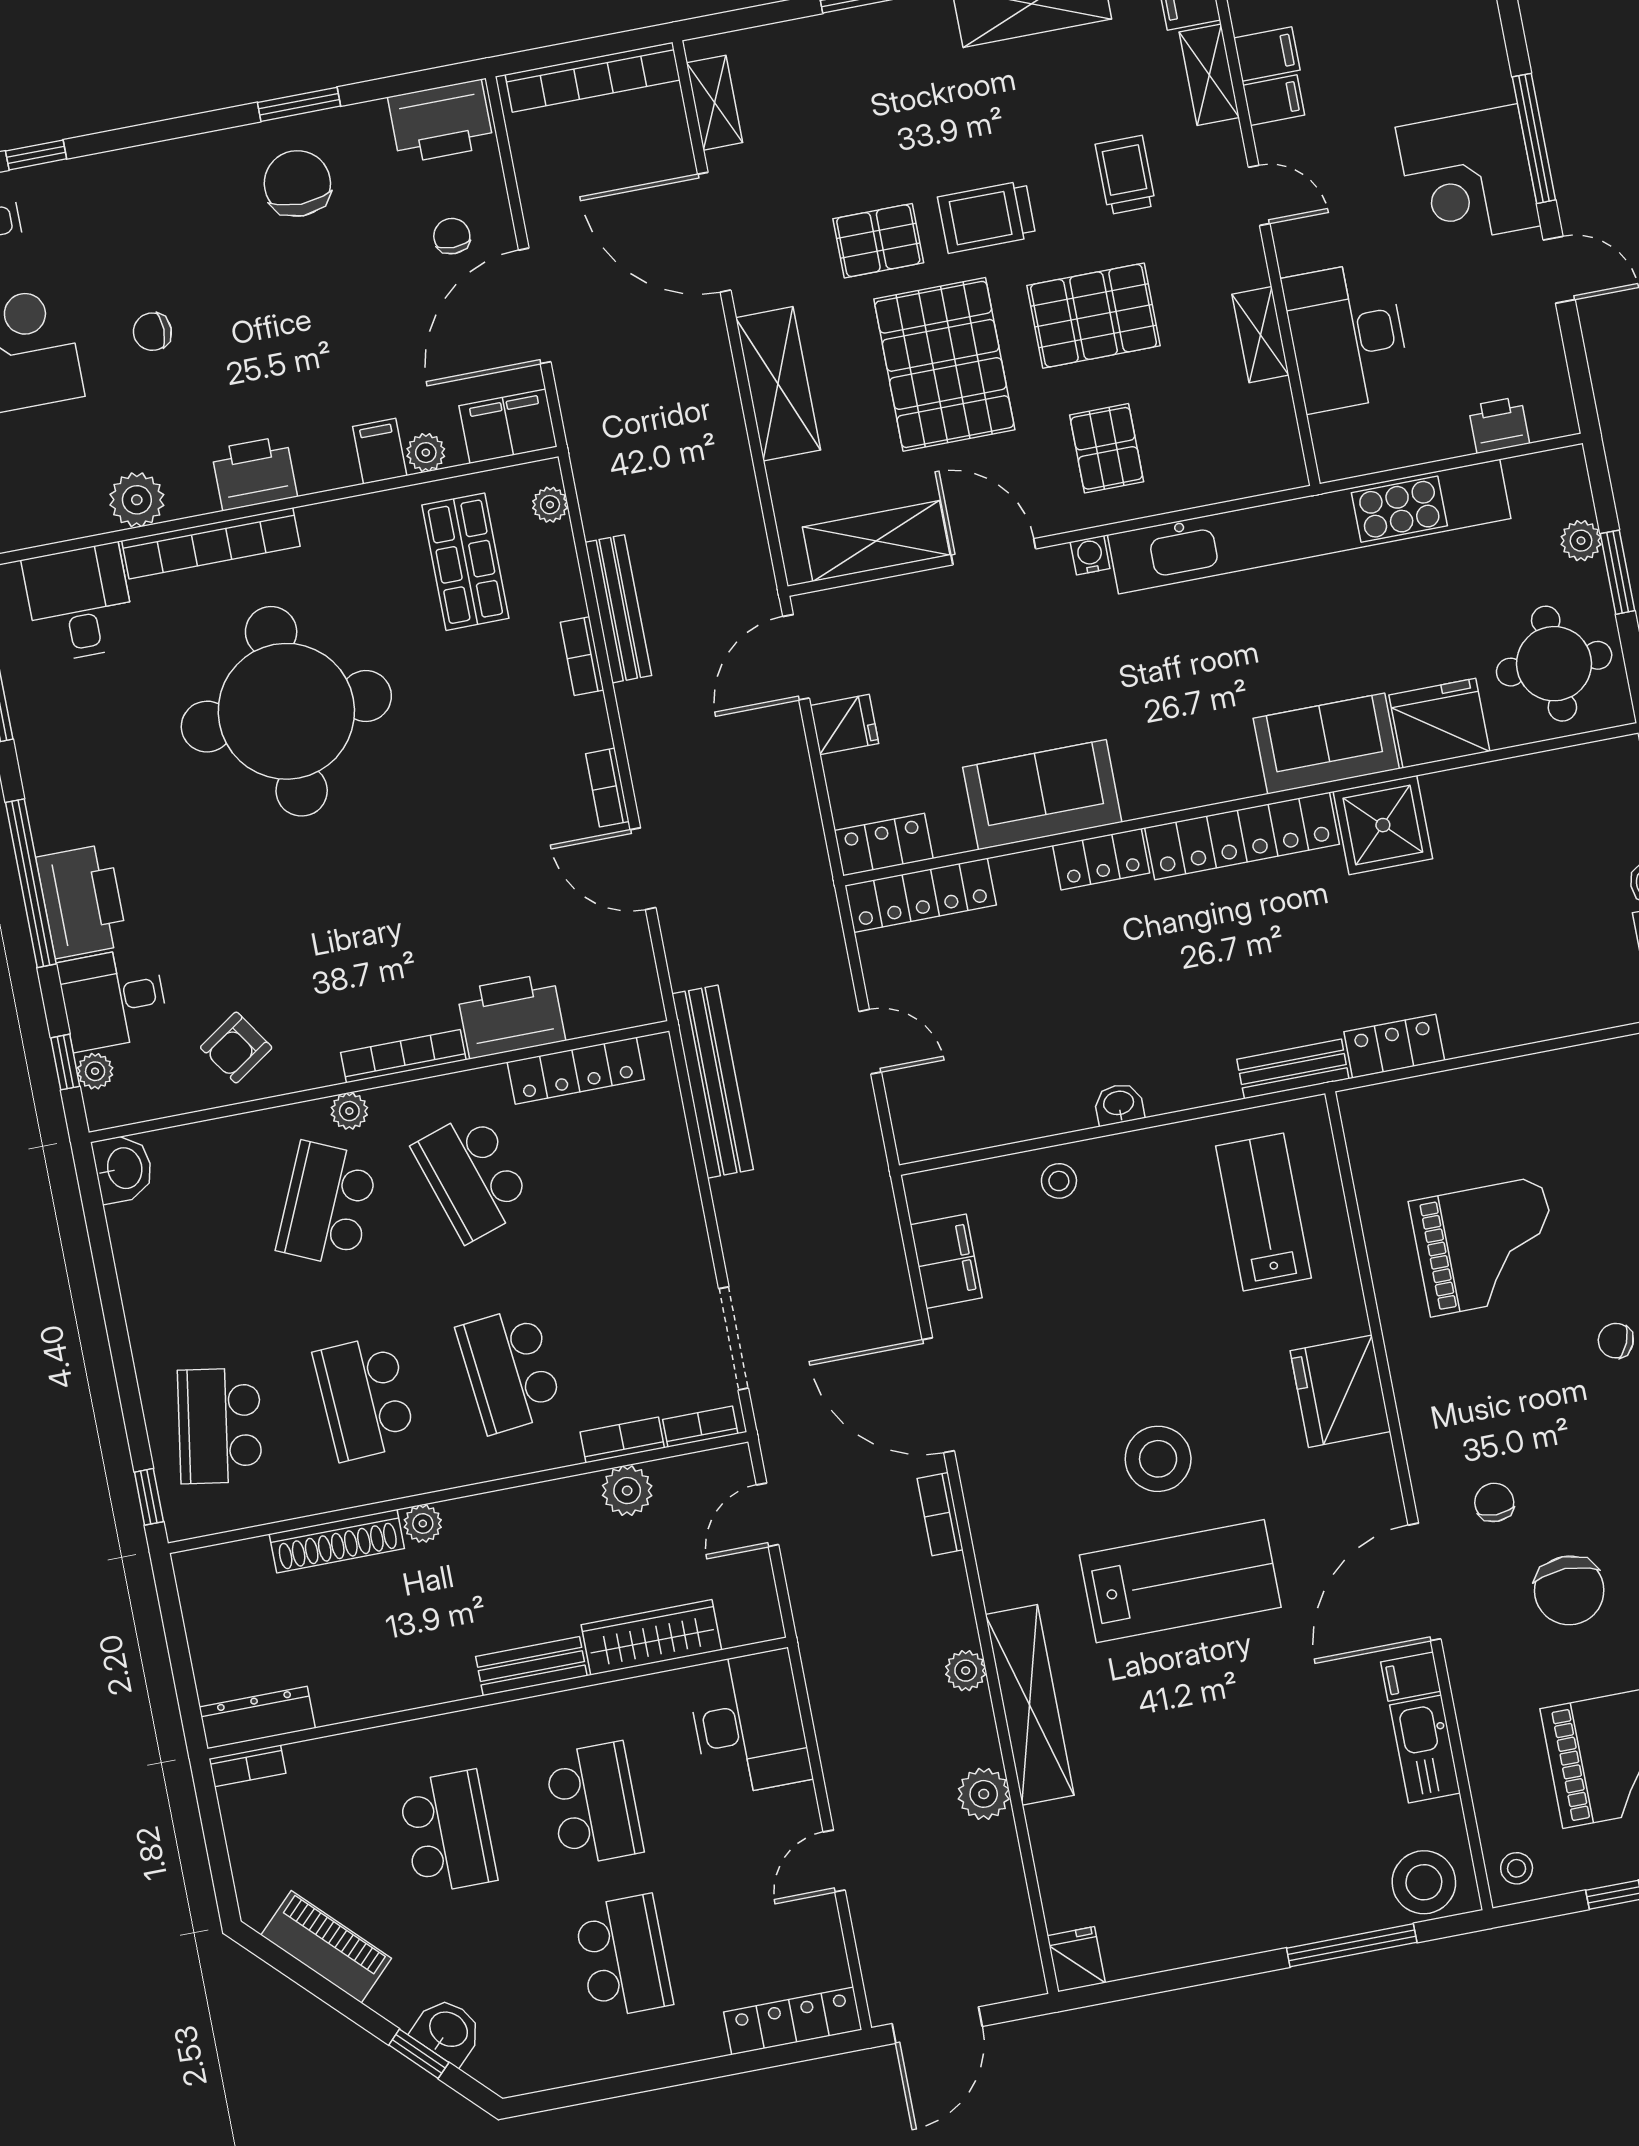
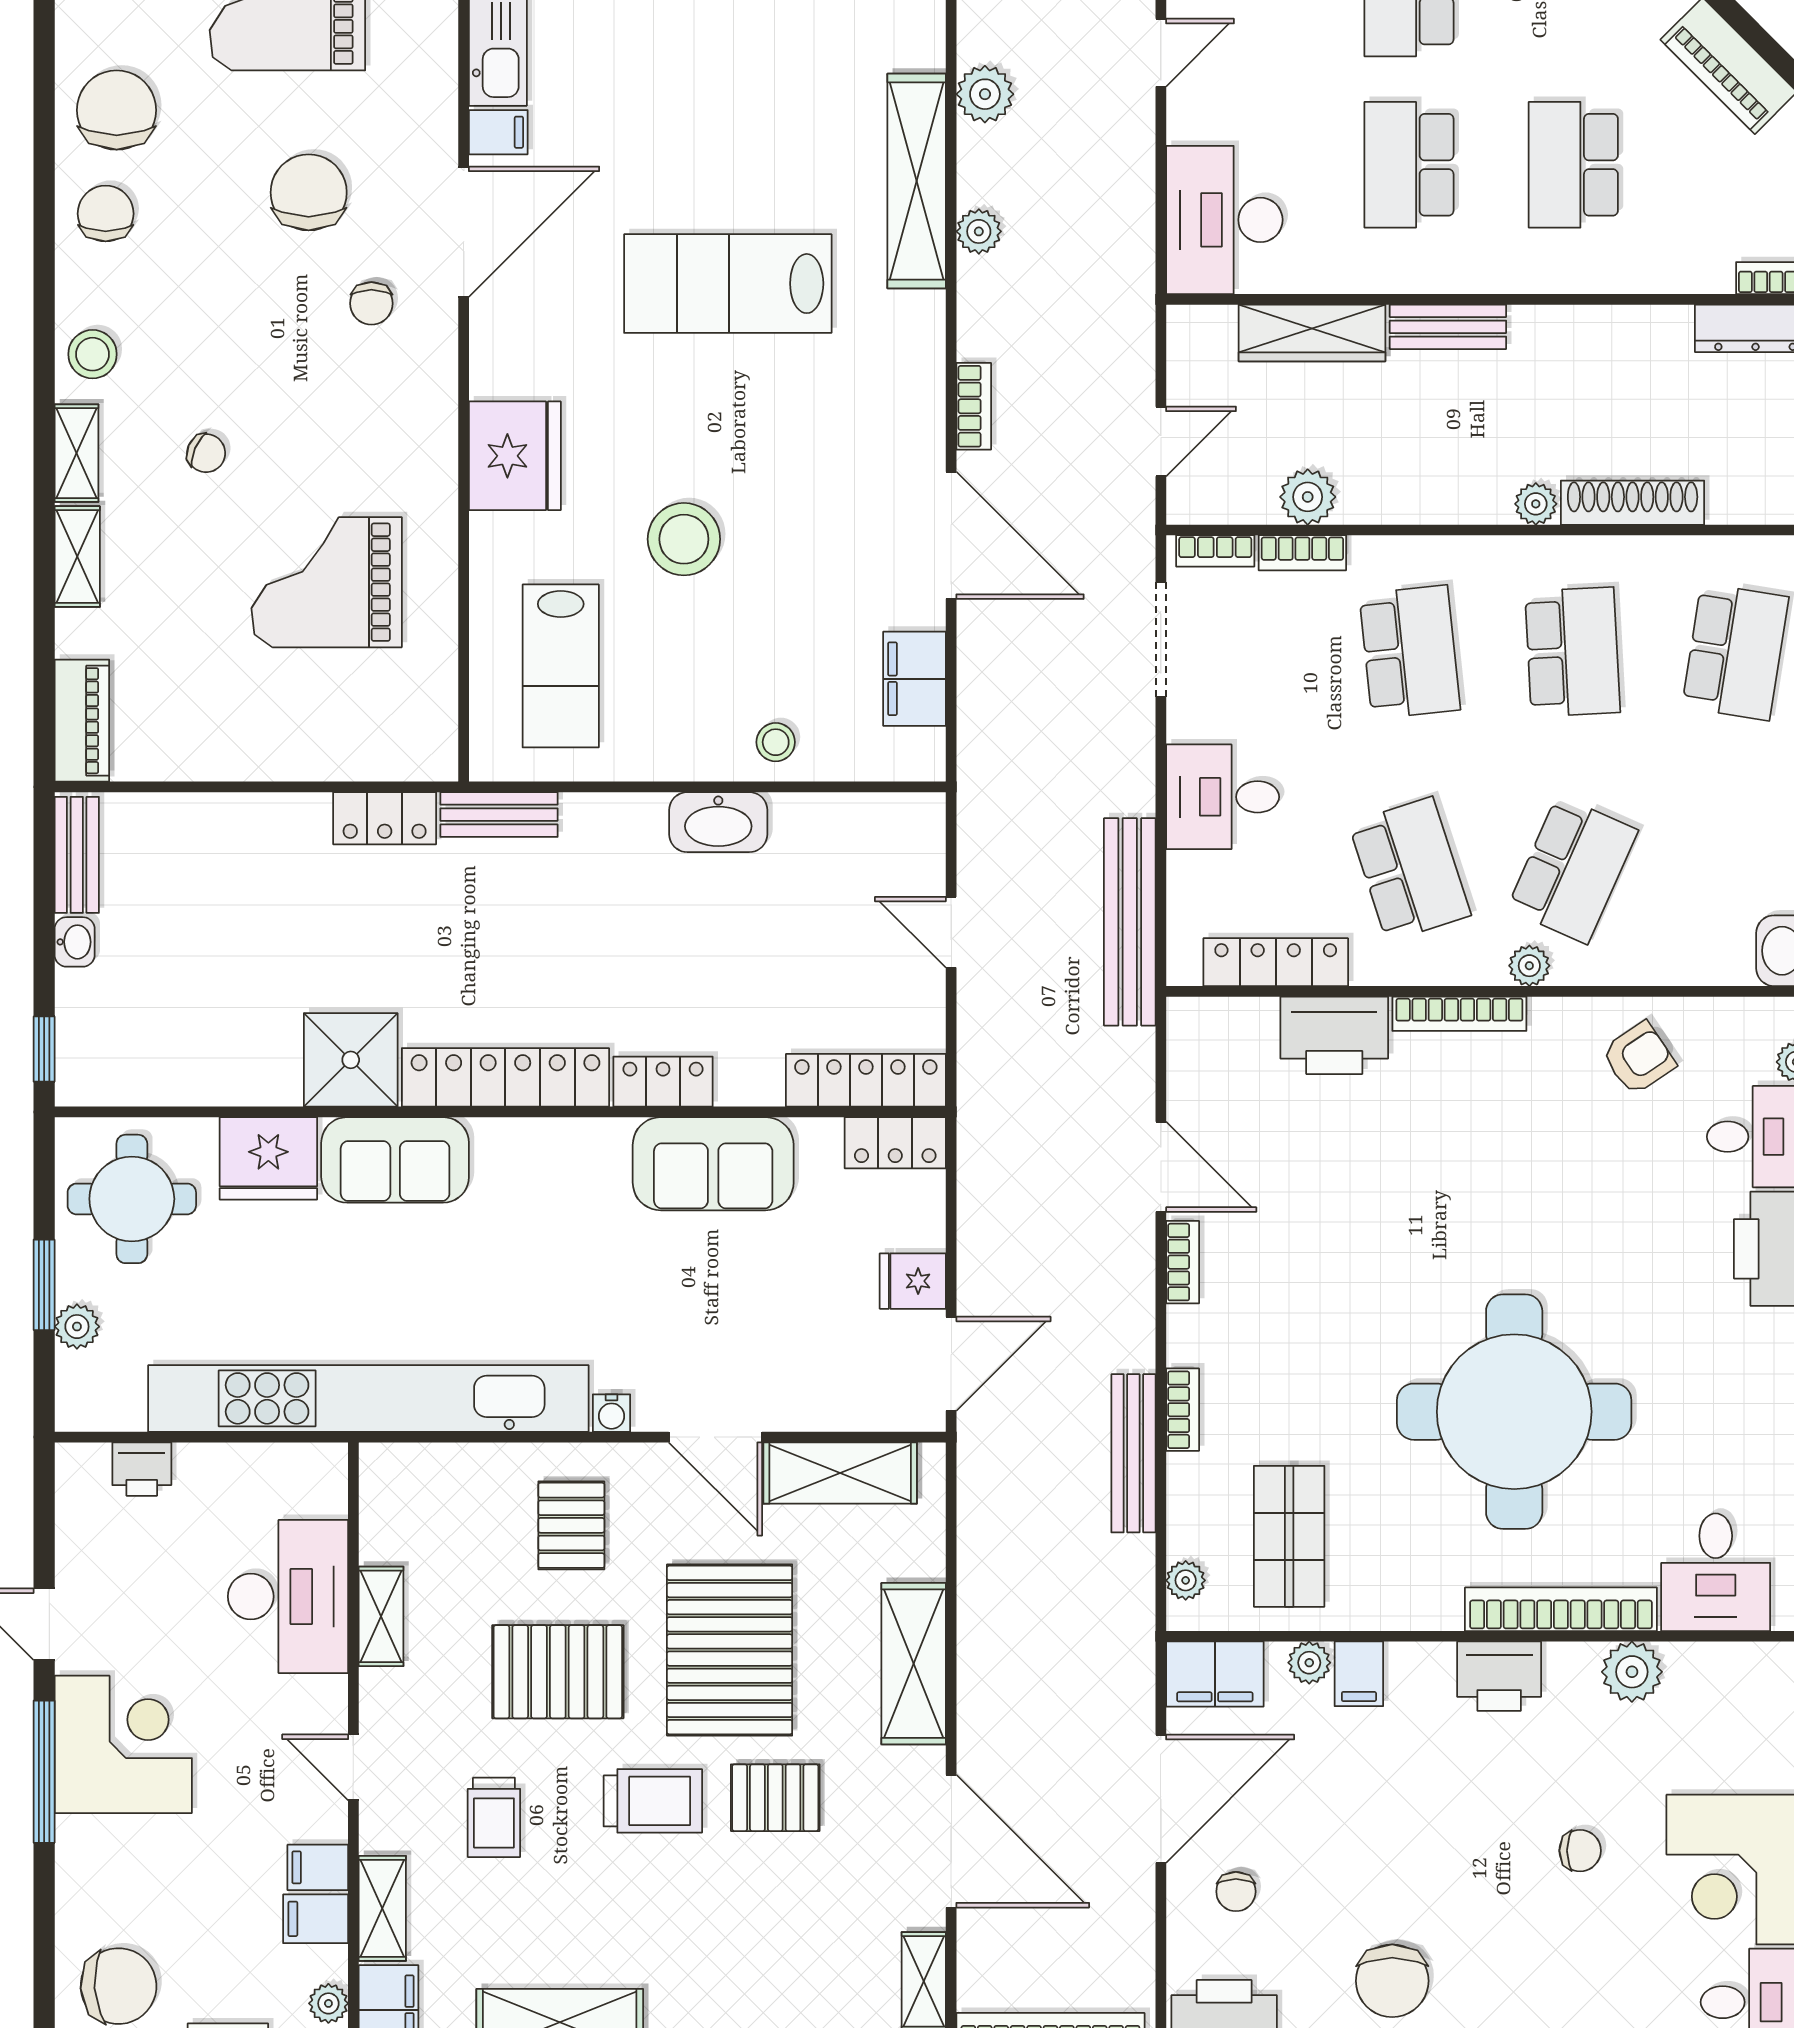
washbasin: (1119, 1104) -> (718, 822), width x1.91, depth x1.45
desk: (652, 1209) -> (1223, 797), added
stool: (1158, 1459) -> (684, 539), moved

